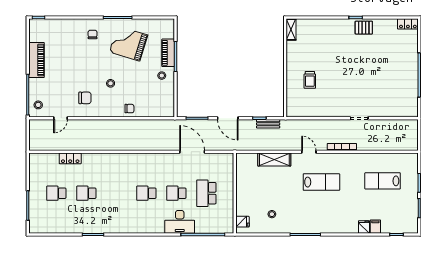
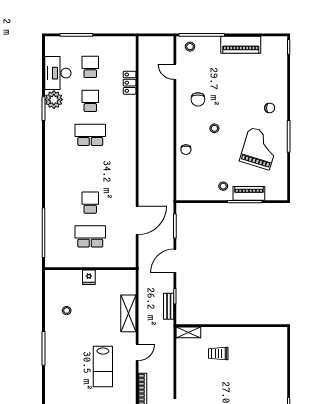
shelving: (291, 30) -> (188, 332), moved
school desk: (146, 193) -> (90, 135), moved, width x1.85
desk: (180, 222) -> (58, 73), moved
fridge: (242, 222) -> (89, 277), moved
plant: (85, 226) -> (54, 100), added

